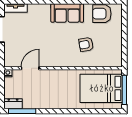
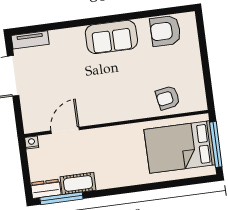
armchair: (86, 44) -> (168, 98), moved
cot: (34, 103) -> (78, 183), added

